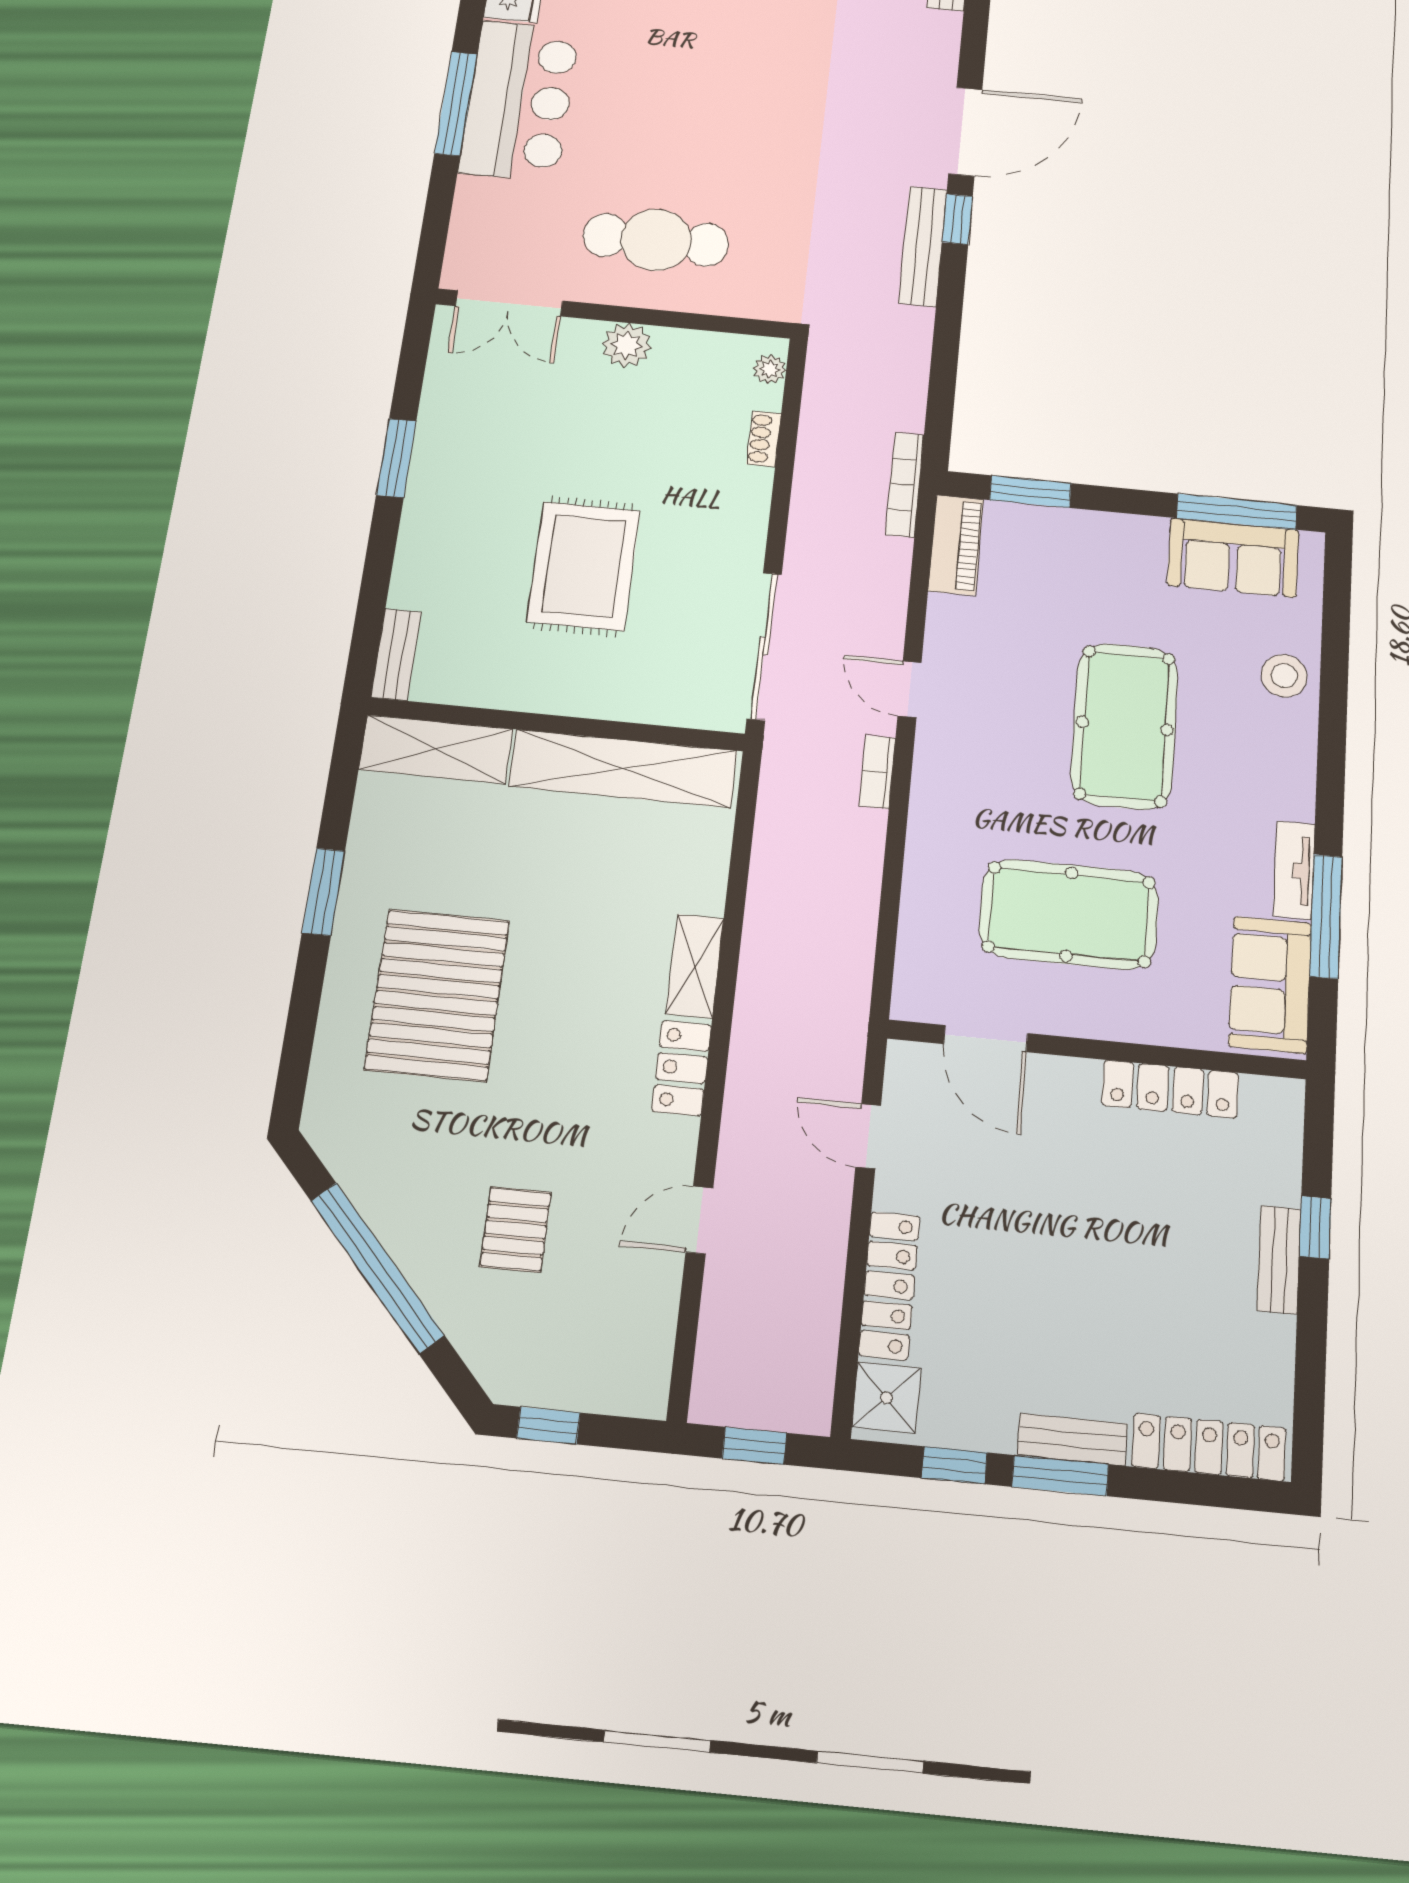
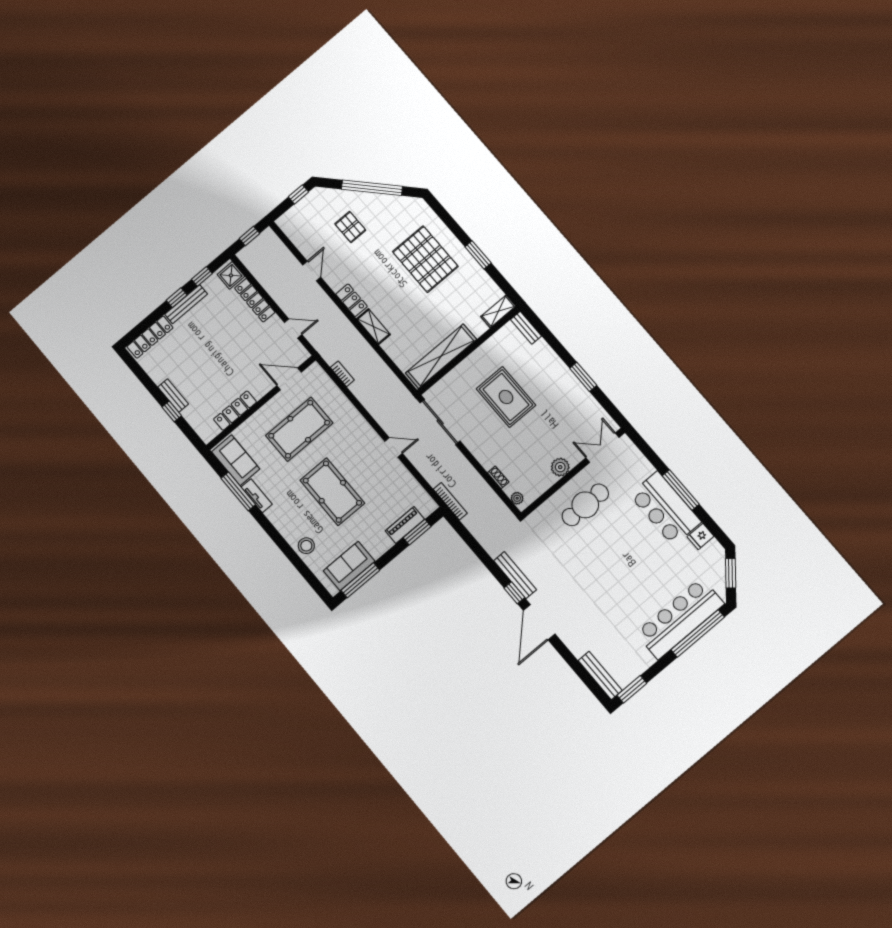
piano: (956, 545) -> (405, 525), moved, turned 90
shelving: (436, 749) -> (498, 311), width x0.67, depth x0.75
bookcase: (877, 772) -> (342, 374), moved
bench: (1072, 1439) -> (186, 304), width x1.36
window: (1060, 1476) -> (177, 298), width x0.67

